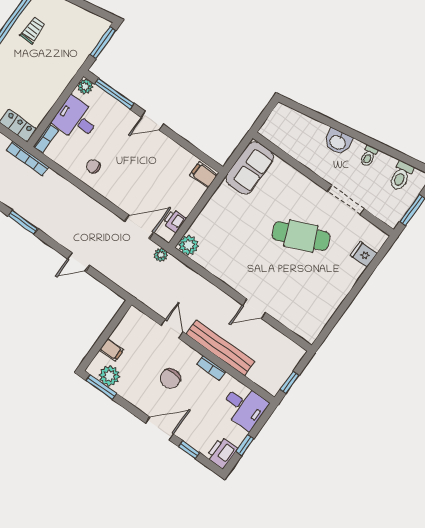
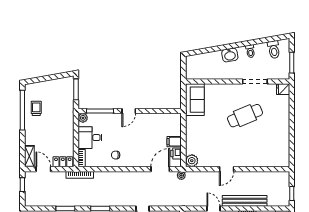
filing cabinet: (204, 175) -> (174, 142), moved
fridge: (364, 254) -> (283, 89), moved
door: (254, 309) -> (227, 169), moved

